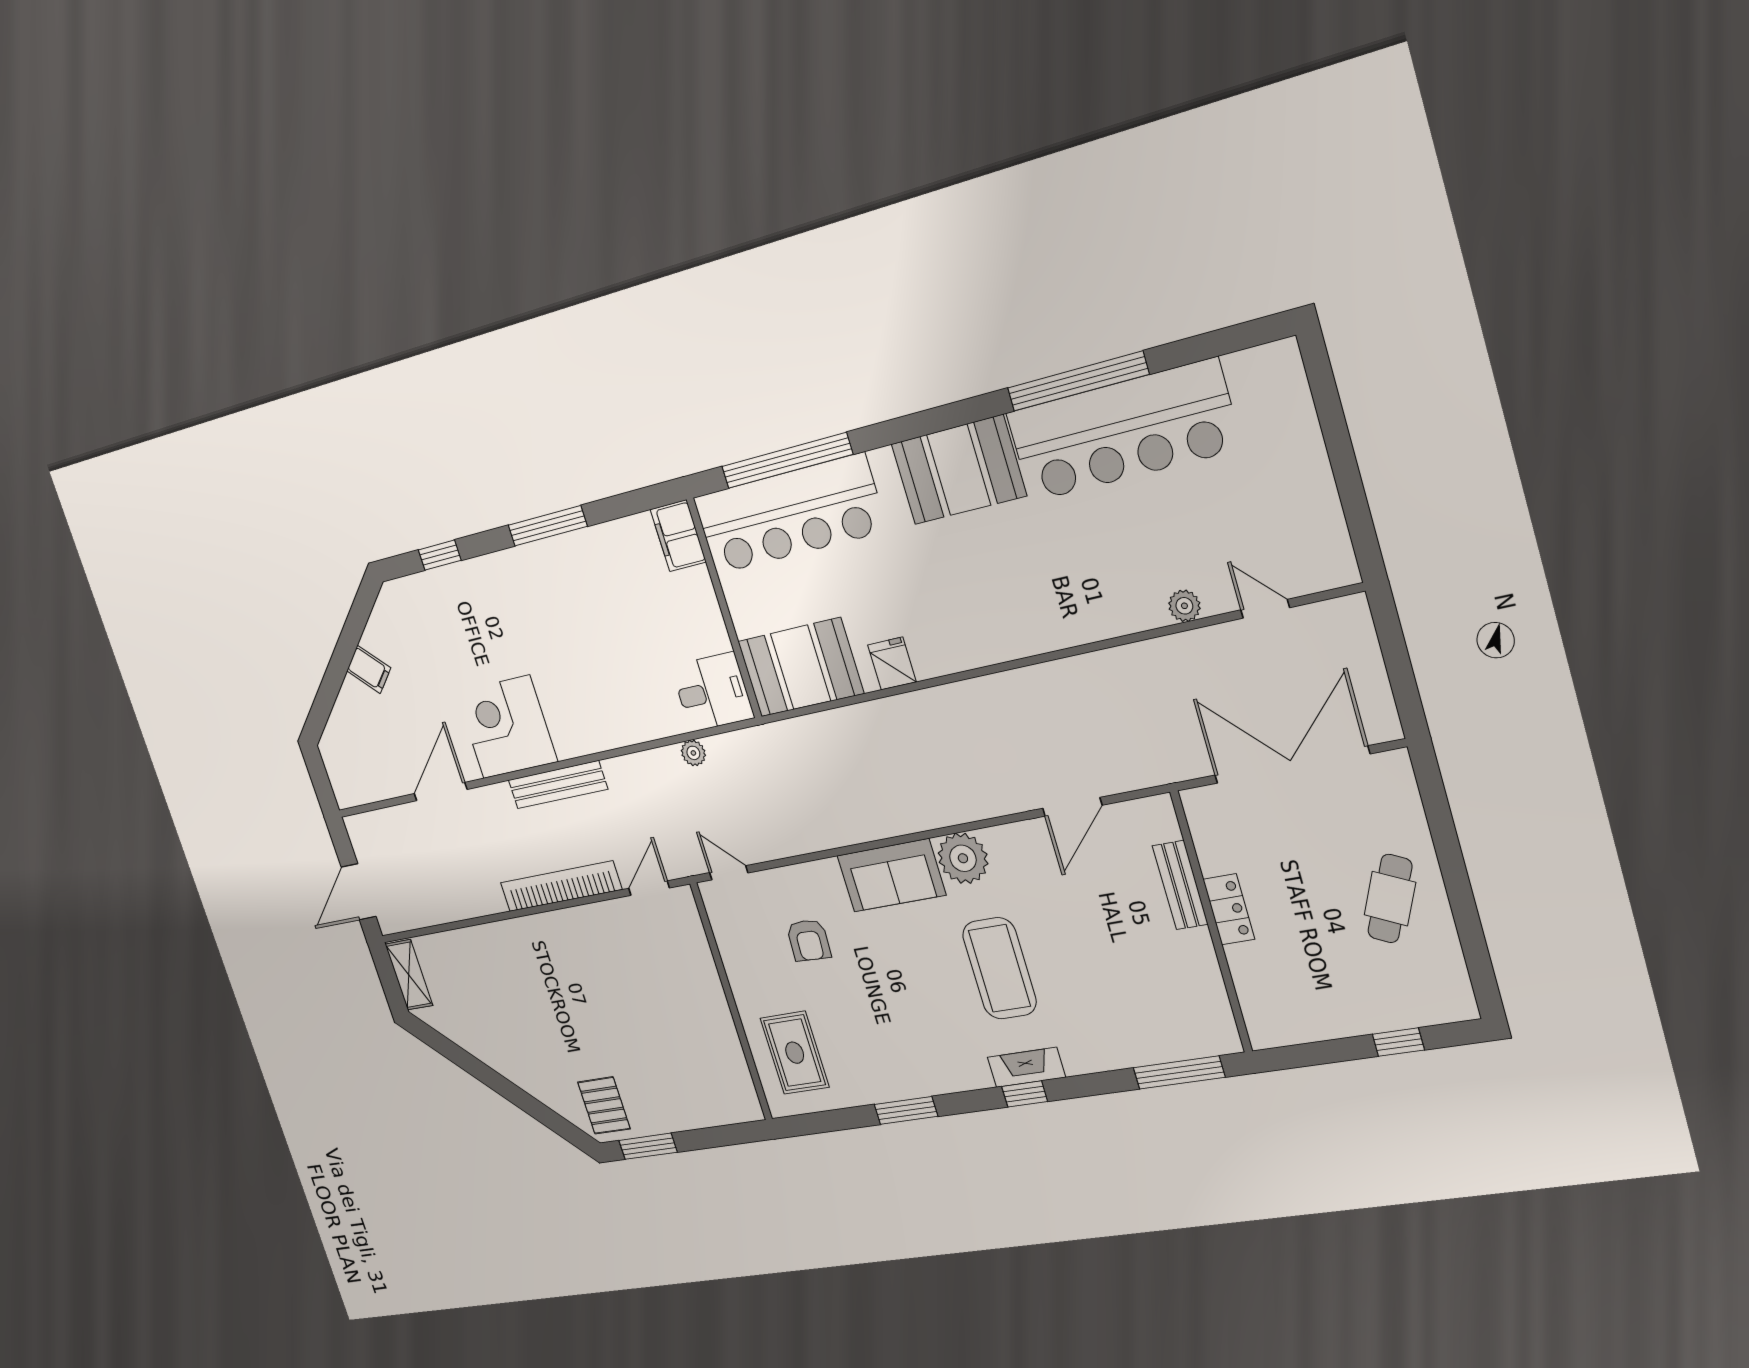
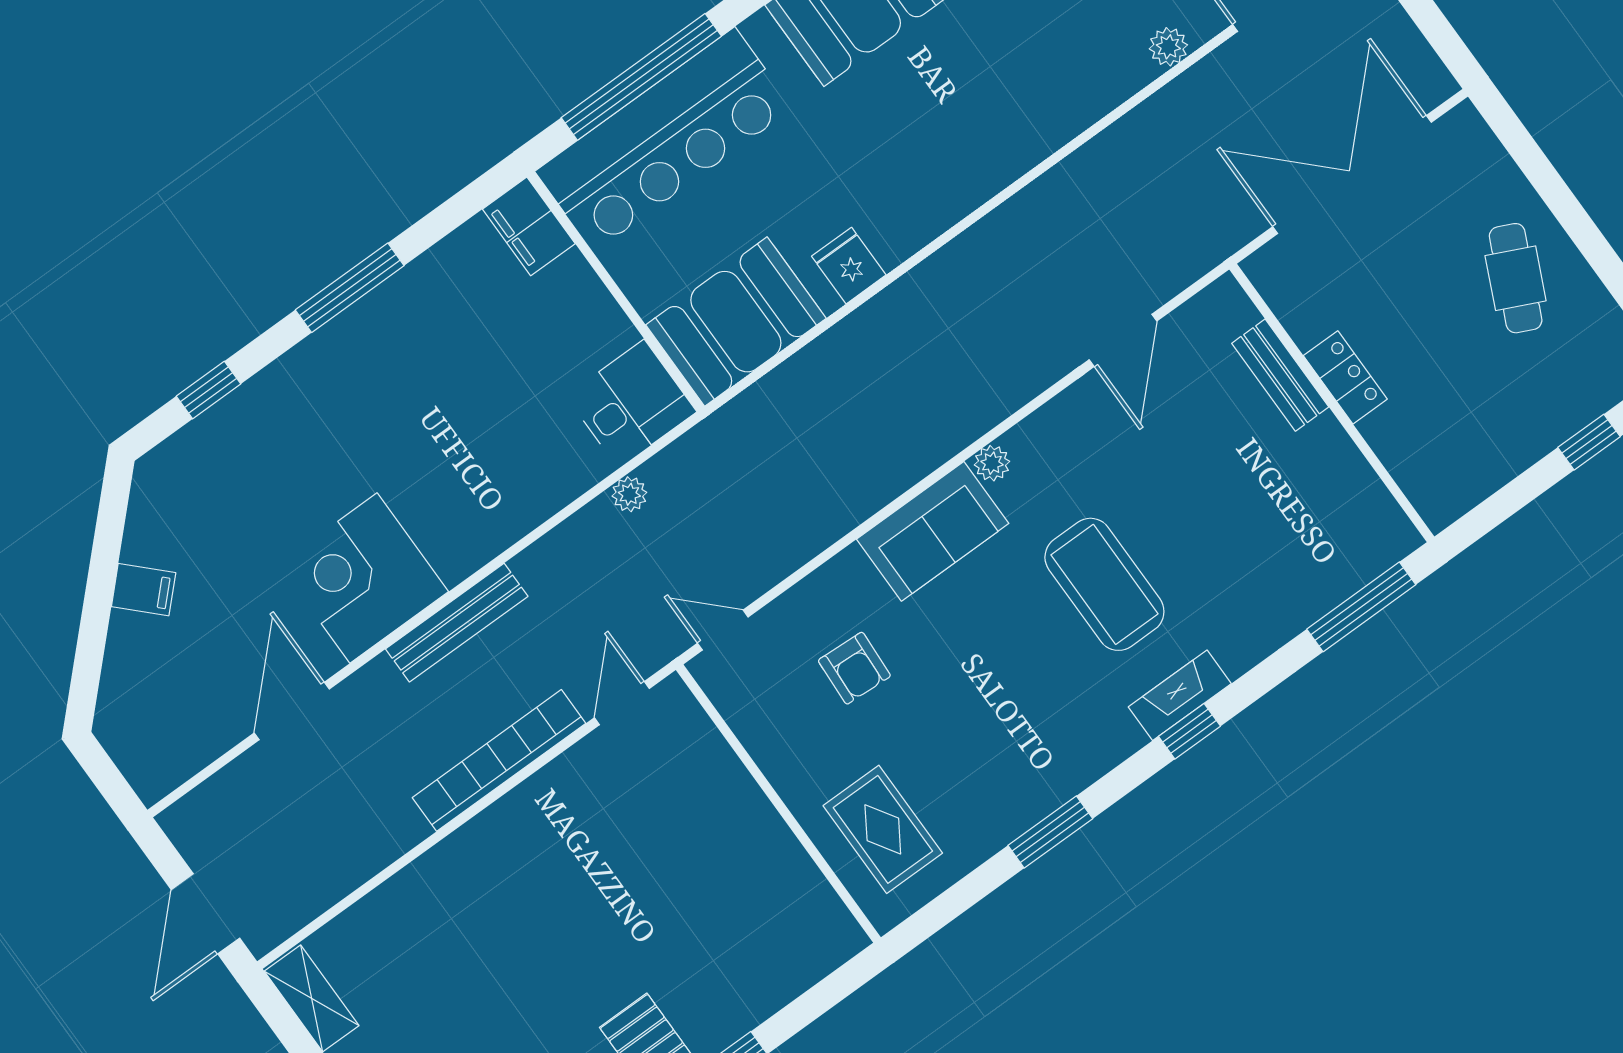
plant: (963, 858) -> (992, 463), width x0.53, depth x0.53

